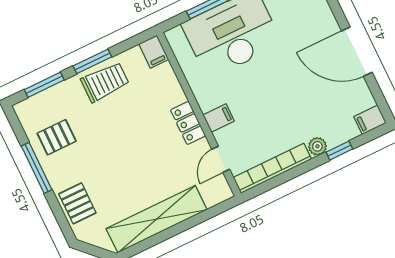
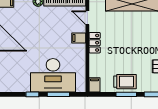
trolley: (105, 82) -> (125, 82), turned 180
door: (221, 159) -> (87, 18), swing flipped

